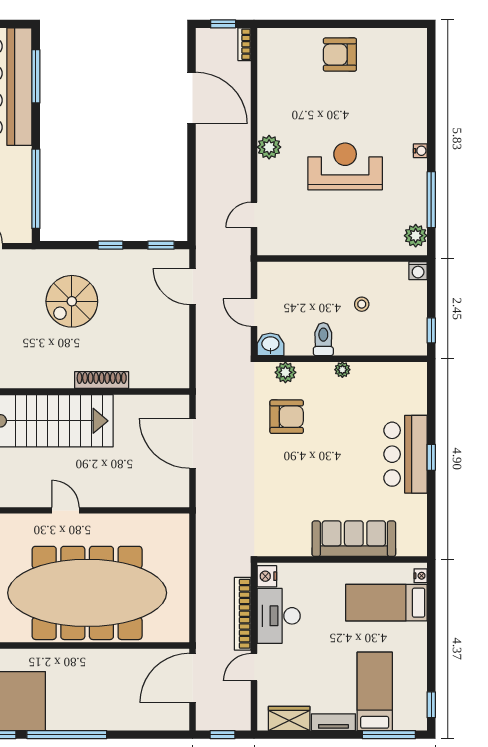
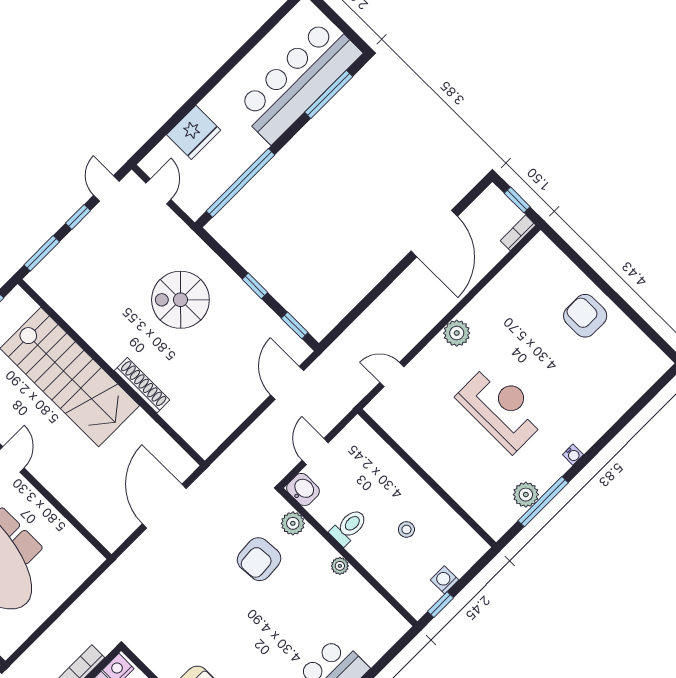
plant: (416, 236) -> (526, 495), moved
washing machine: (418, 271) -> (444, 580), moved, turned 90
armchair: (287, 417) -> (259, 559), turned 86

